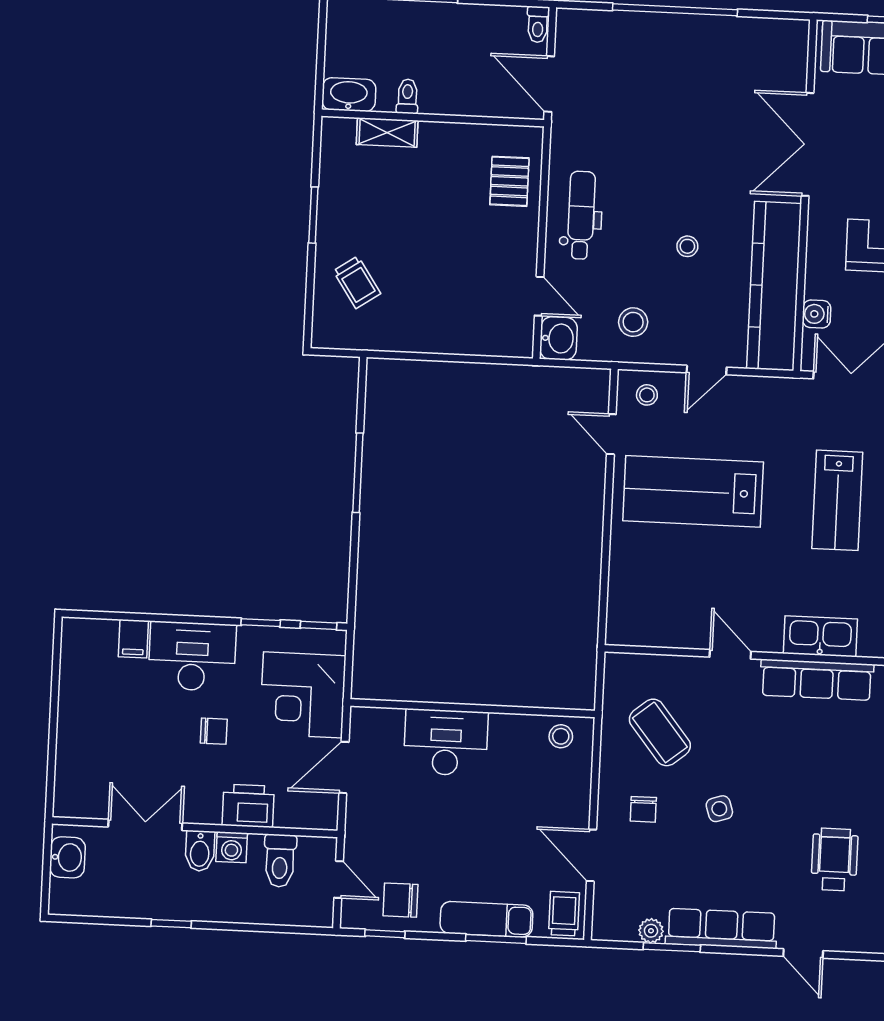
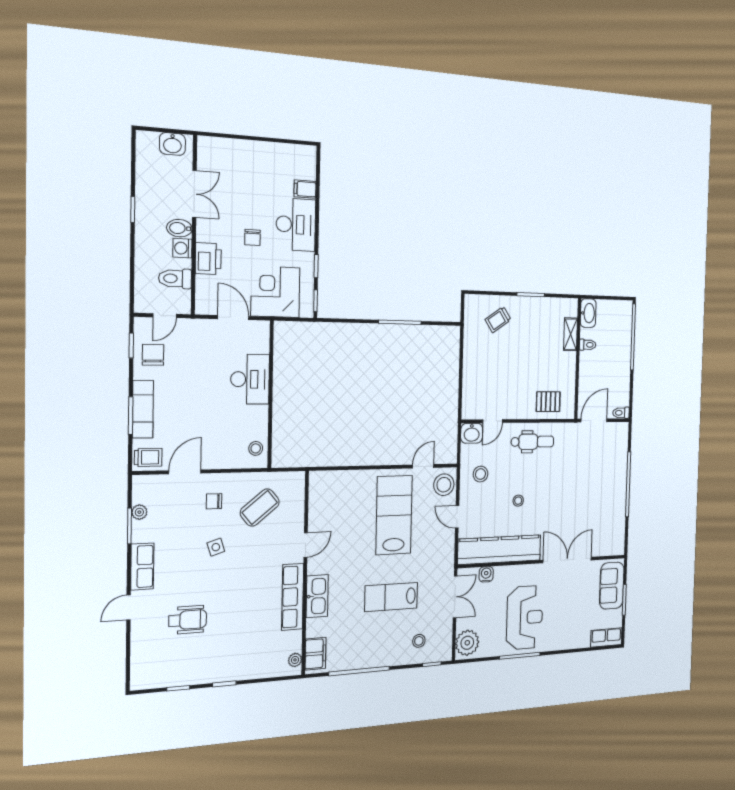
stool: (647, 395) -> (444, 485), width x1.89, depth x1.89
row of seats: (721, 929) -> (142, 567), width x0.68

